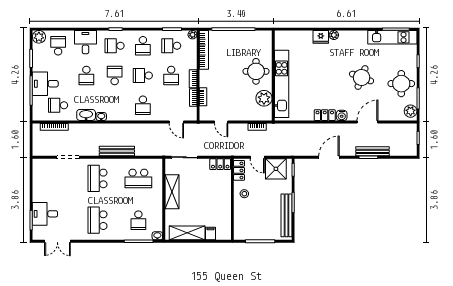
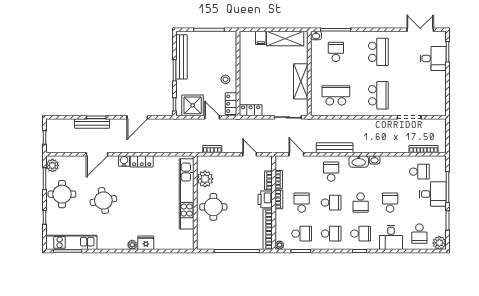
school desk: (143, 46) -> (331, 234), turned 90
round table: (362, 77) -> (103, 200), turned -31
printer: (206, 79) -> (265, 199), added
washbasin: (86, 115) -> (359, 161), moved
bench: (117, 151) -> (335, 148), moved

